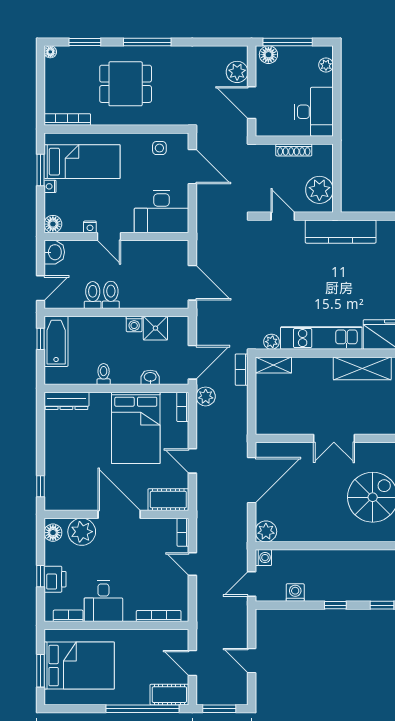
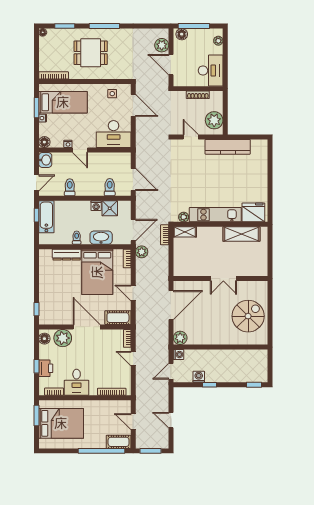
toilet: (111, 295) -> (110, 187), moved
washbasin: (150, 377) -> (101, 238), width x1.91, depth x1.45
dresser: (66, 401) -> (67, 255), moved
window: (335, 605) -> (209, 385), moved
window: (40, 671) -> (36, 416), moved

